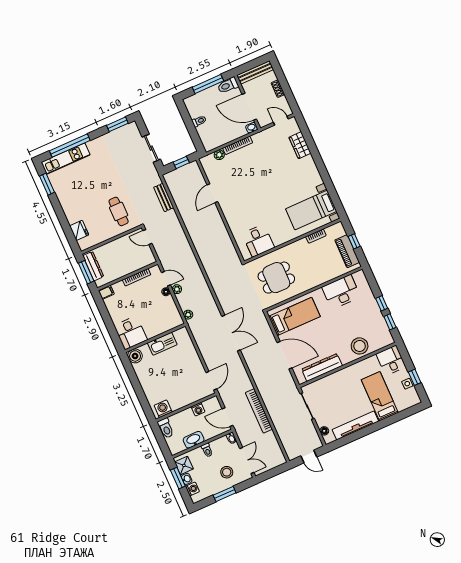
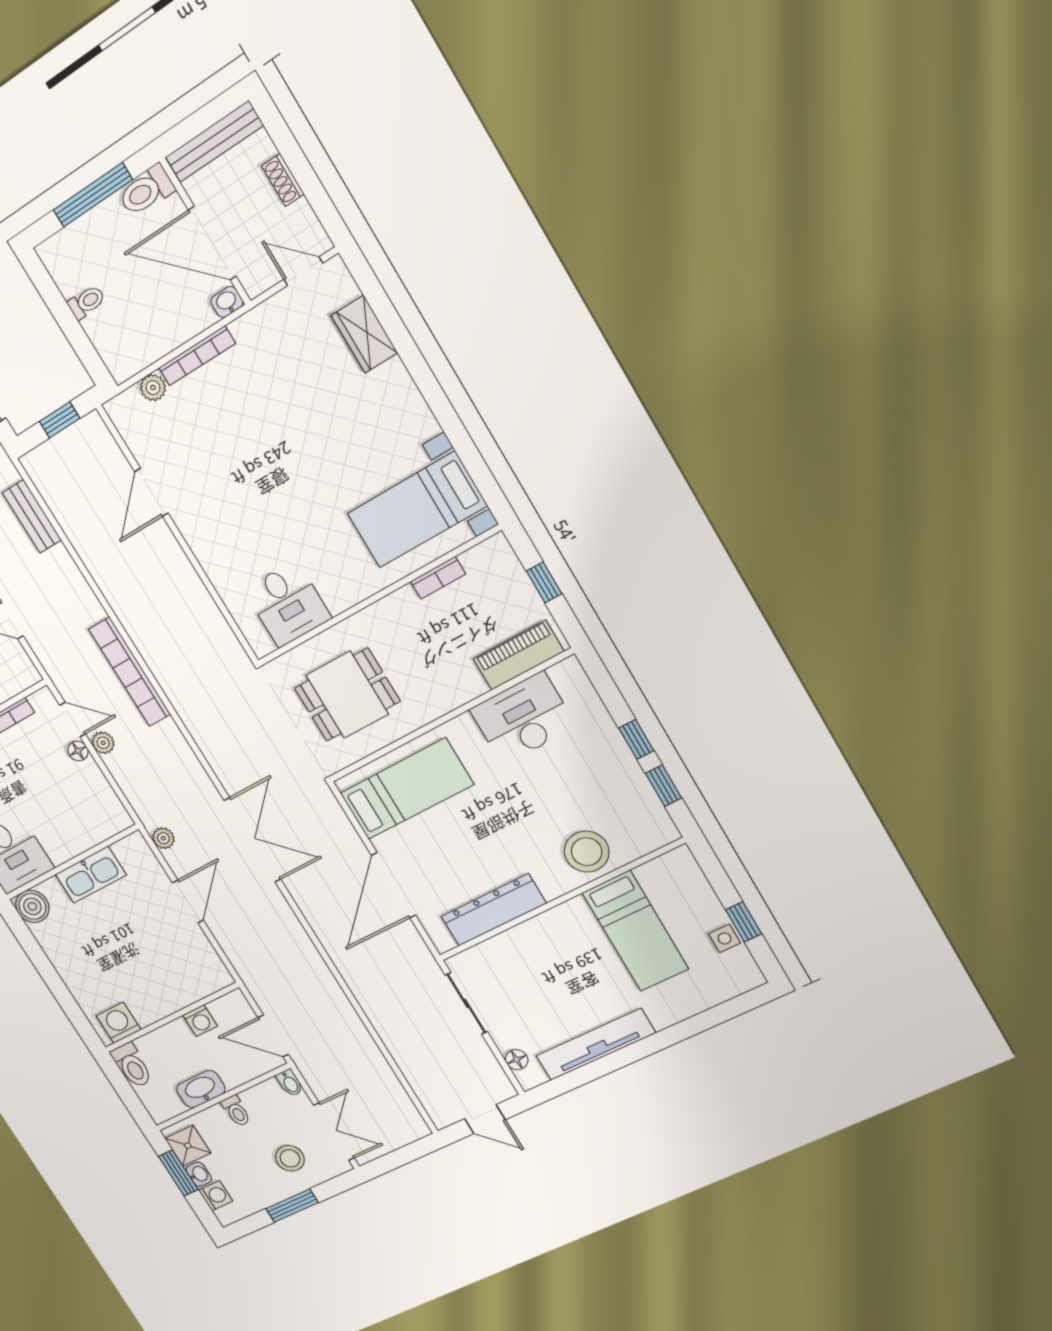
piano: (347, 251) -> (518, 655), moved, turned 90
plant: (188, 315) -> (163, 838), moved
door: (284, 355) -> (394, 885), swing flipped
desk: (391, 360) -> (675, 883), removed
door: (211, 381) -> (188, 901), moved
bed: (380, 396) -> (635, 931), moved, turned 180
bookcase: (259, 411) -> (130, 672), moved

